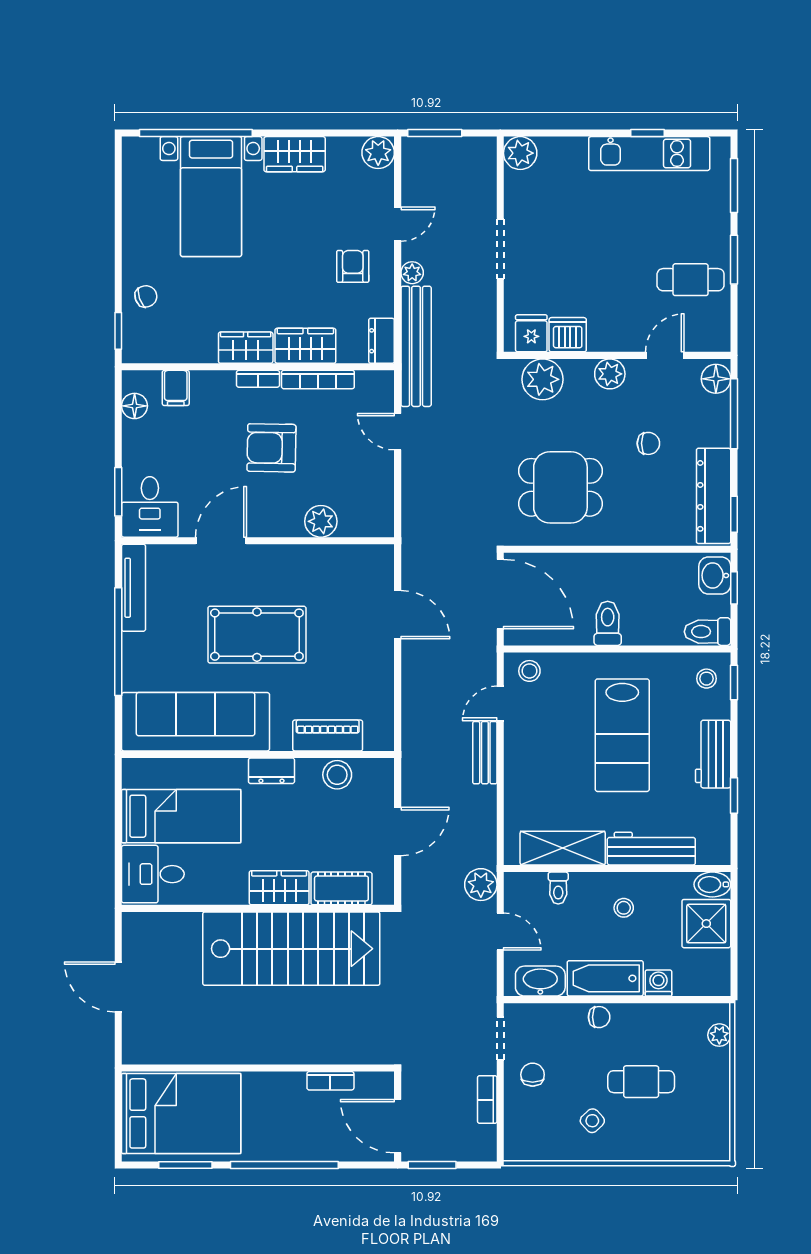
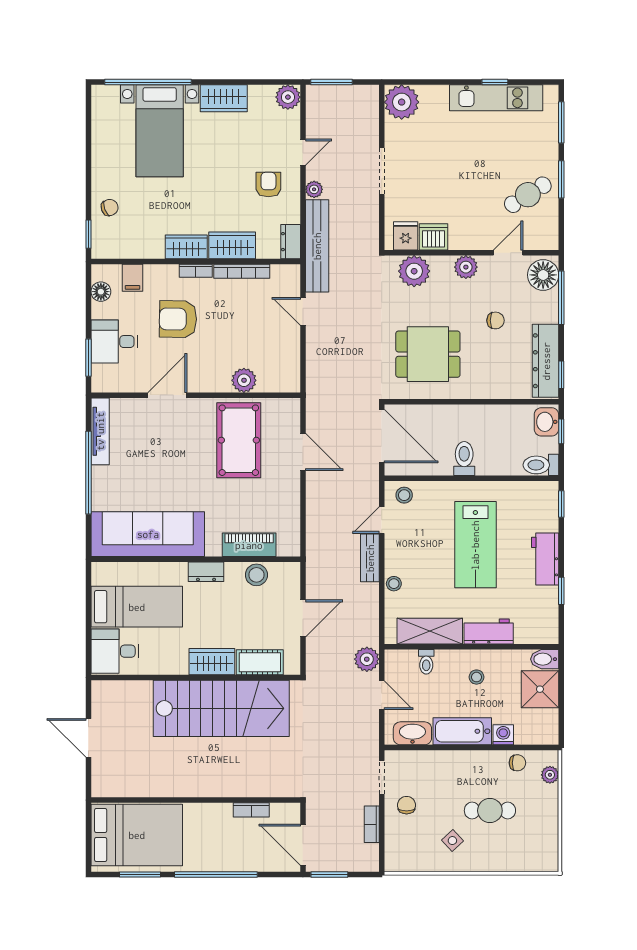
plant: (520, 153) -> (402, 102), width x1.36, depth x1.36
cafe table: (691, 280) -> (528, 195), turned -32
floor lamp: (716, 379) -> (543, 275), width x1.38, depth x1.38
armchair: (271, 448) -> (178, 319), moved
desk: (150, 507) -> (114, 342), moved, turned 90
pool table: (257, 635) -> (239, 440), moved, turned 90
stool: (706, 679) -> (394, 584), moved
workbench: (651, 849) -> (489, 632), width x0.73
chair: (599, 1017) -> (517, 763), moved

